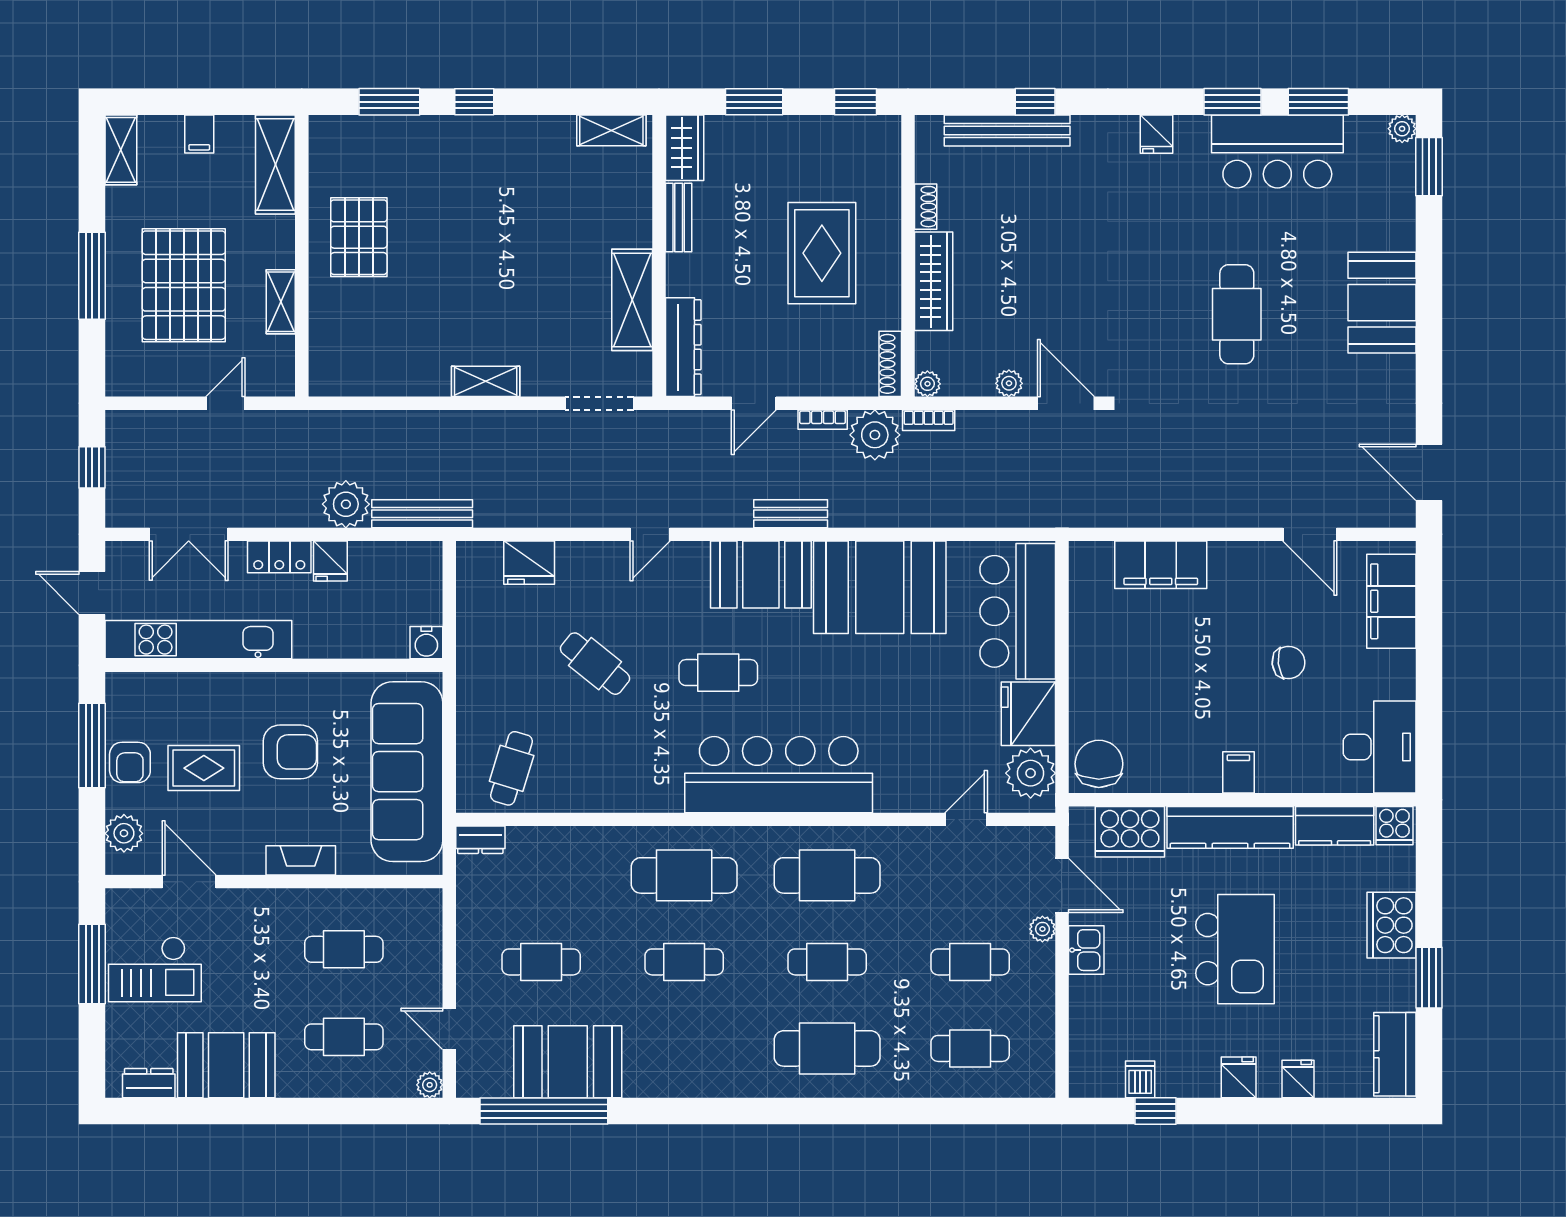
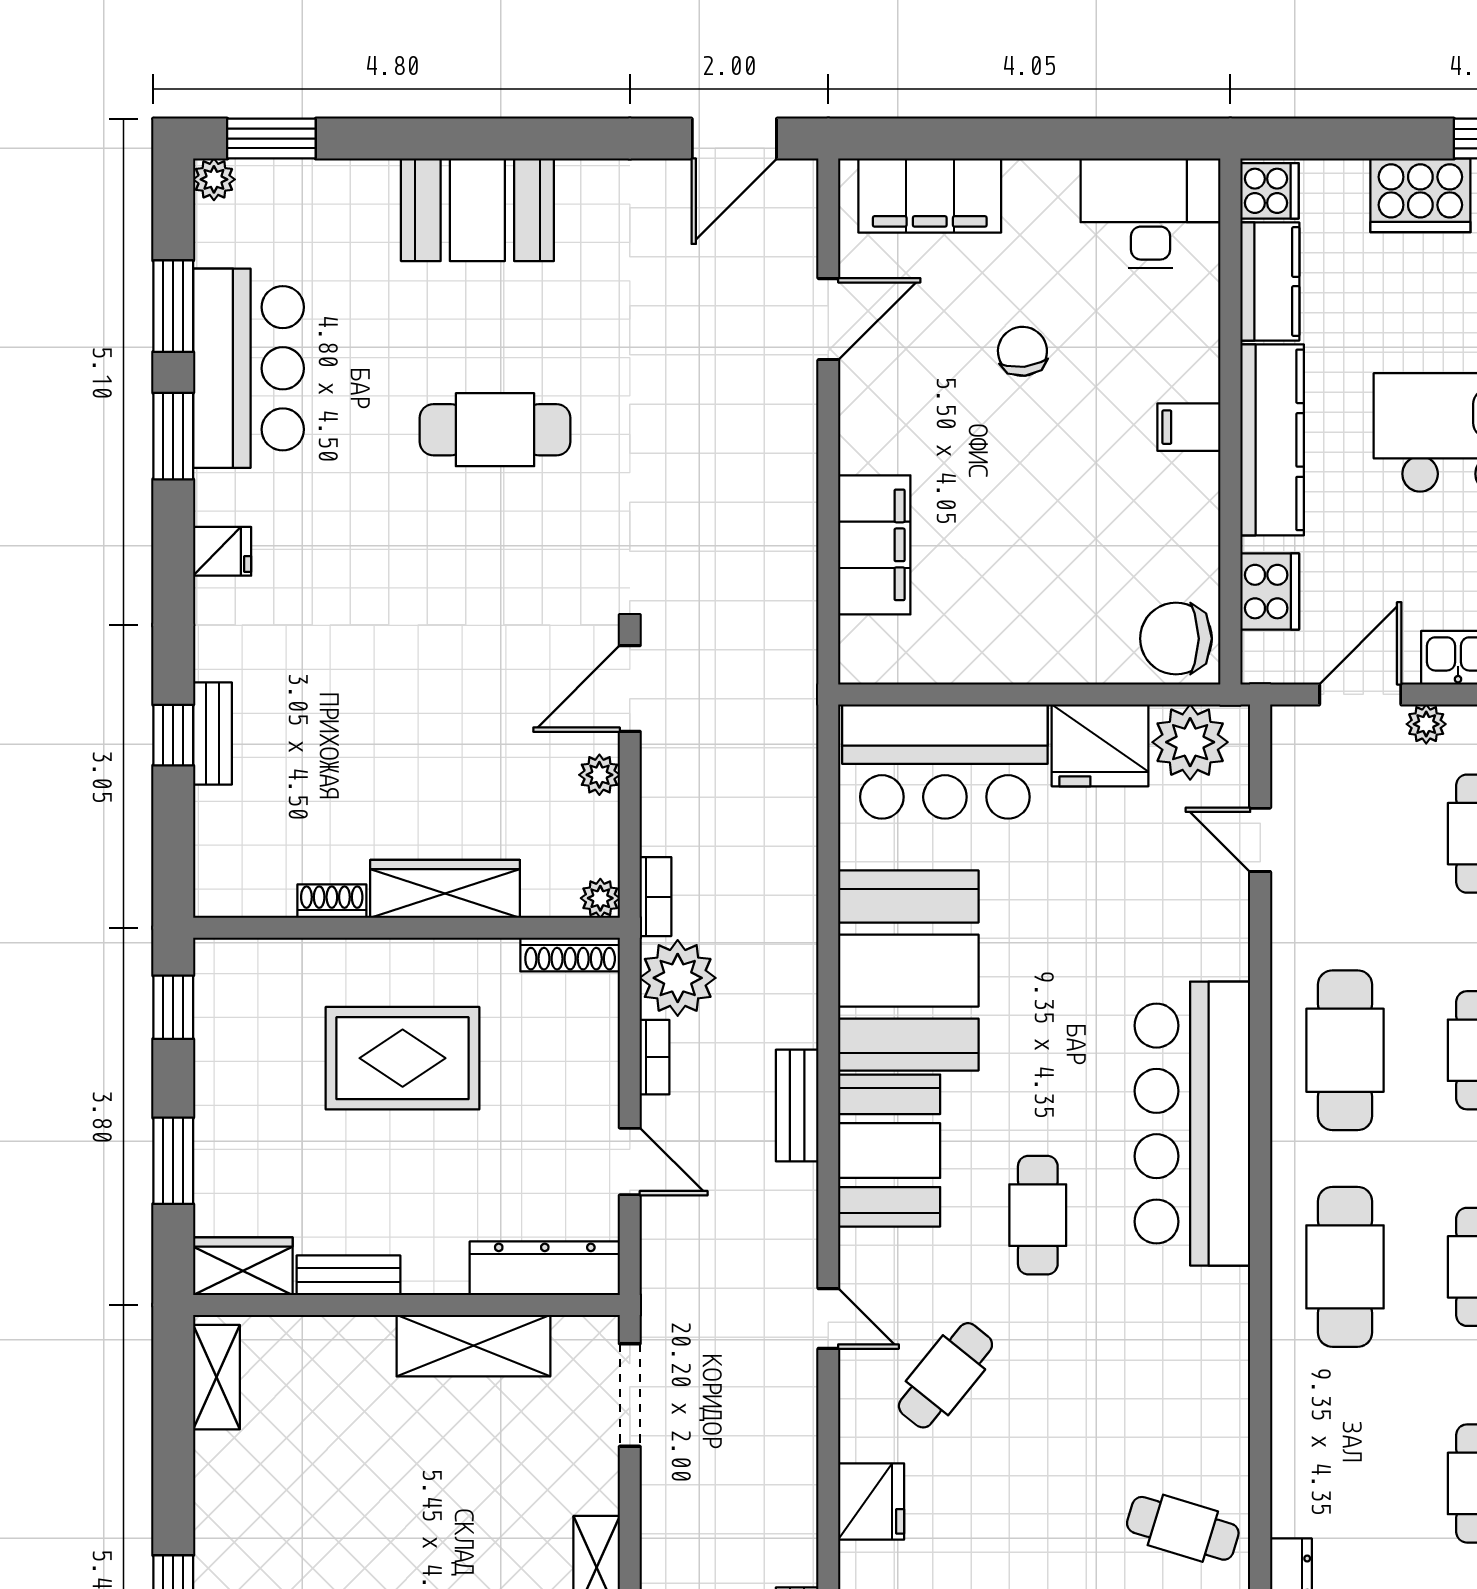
bench: (1007, 131) -> (212, 734), width x0.54, depth x0.82
cafe table: (595, 664) -> (945, 1375), moved
cooker: (1130, 832) -> (1270, 592), width x0.73, depth x0.76

